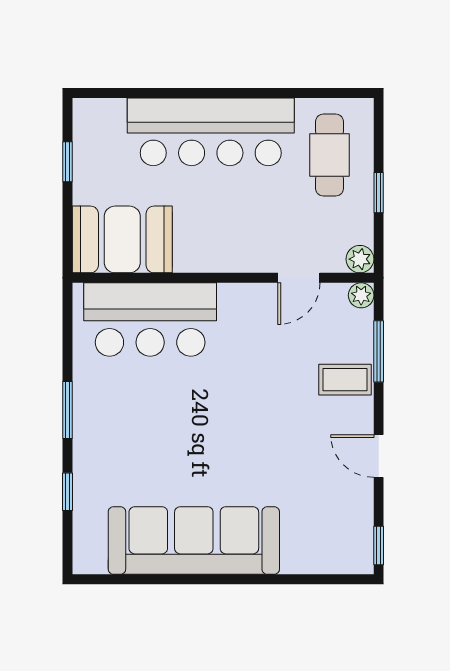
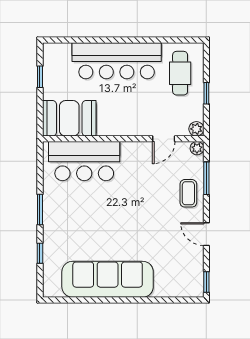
coffee table: (345, 380) -> (188, 193), turned 90

